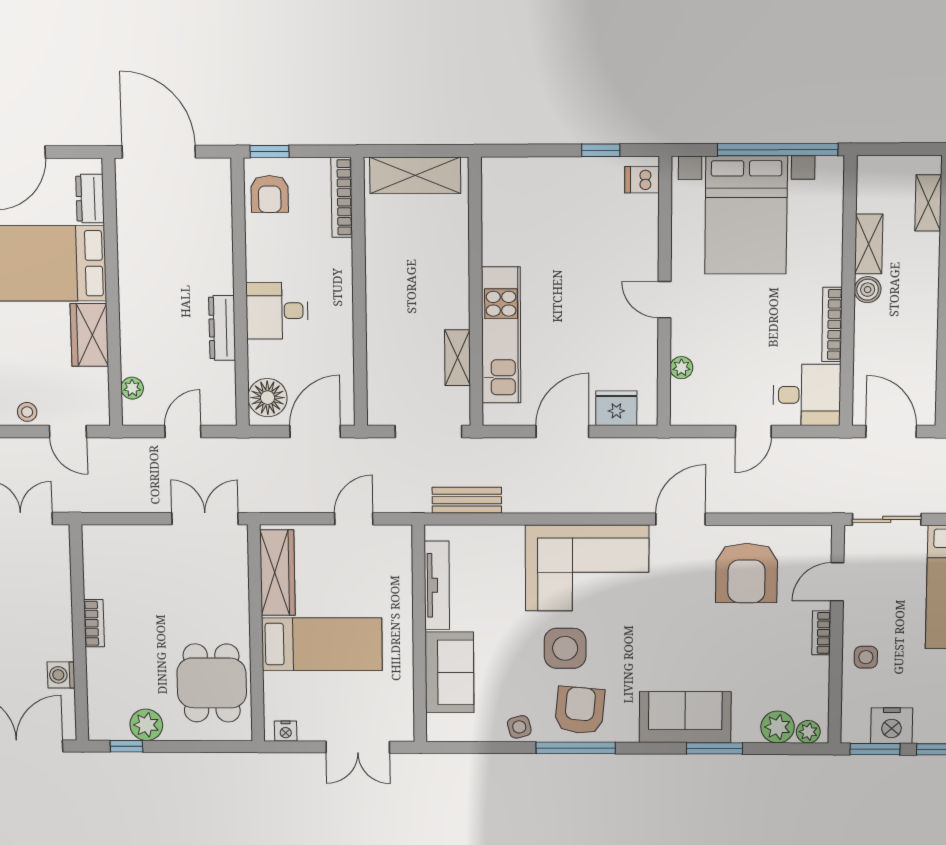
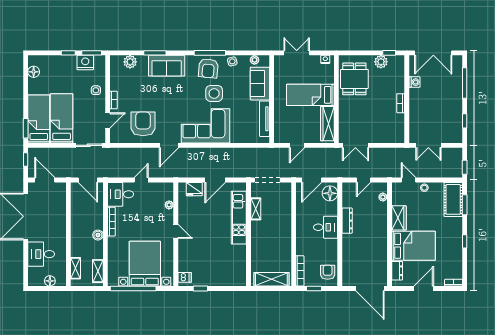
window: (270, 151) -> (314, 289), moved
shelving: (869, 244) -> (98, 271), moved
bench: (467, 500) -> (252, 153), removed
plant: (808, 732) -> (254, 60), moved

